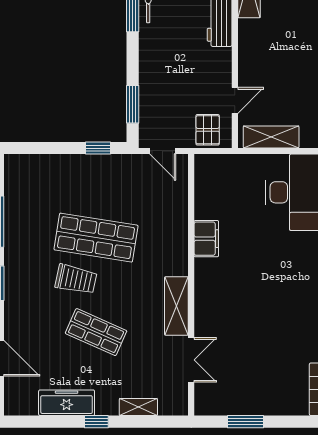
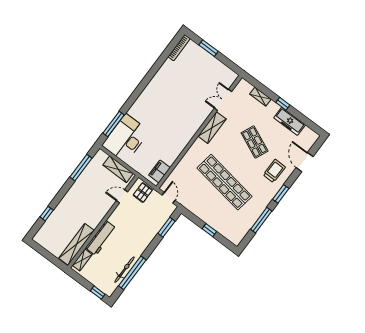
window: (98, 148) -> (209, 230), moved
shop shelf: (96, 238) -> (225, 182), width x1.40
filing cabinet: (206, 239) -> (159, 171), moved
trolley: (76, 279) -> (274, 171), moved, turned 79
window: (245, 422) -> (209, 48), moved

